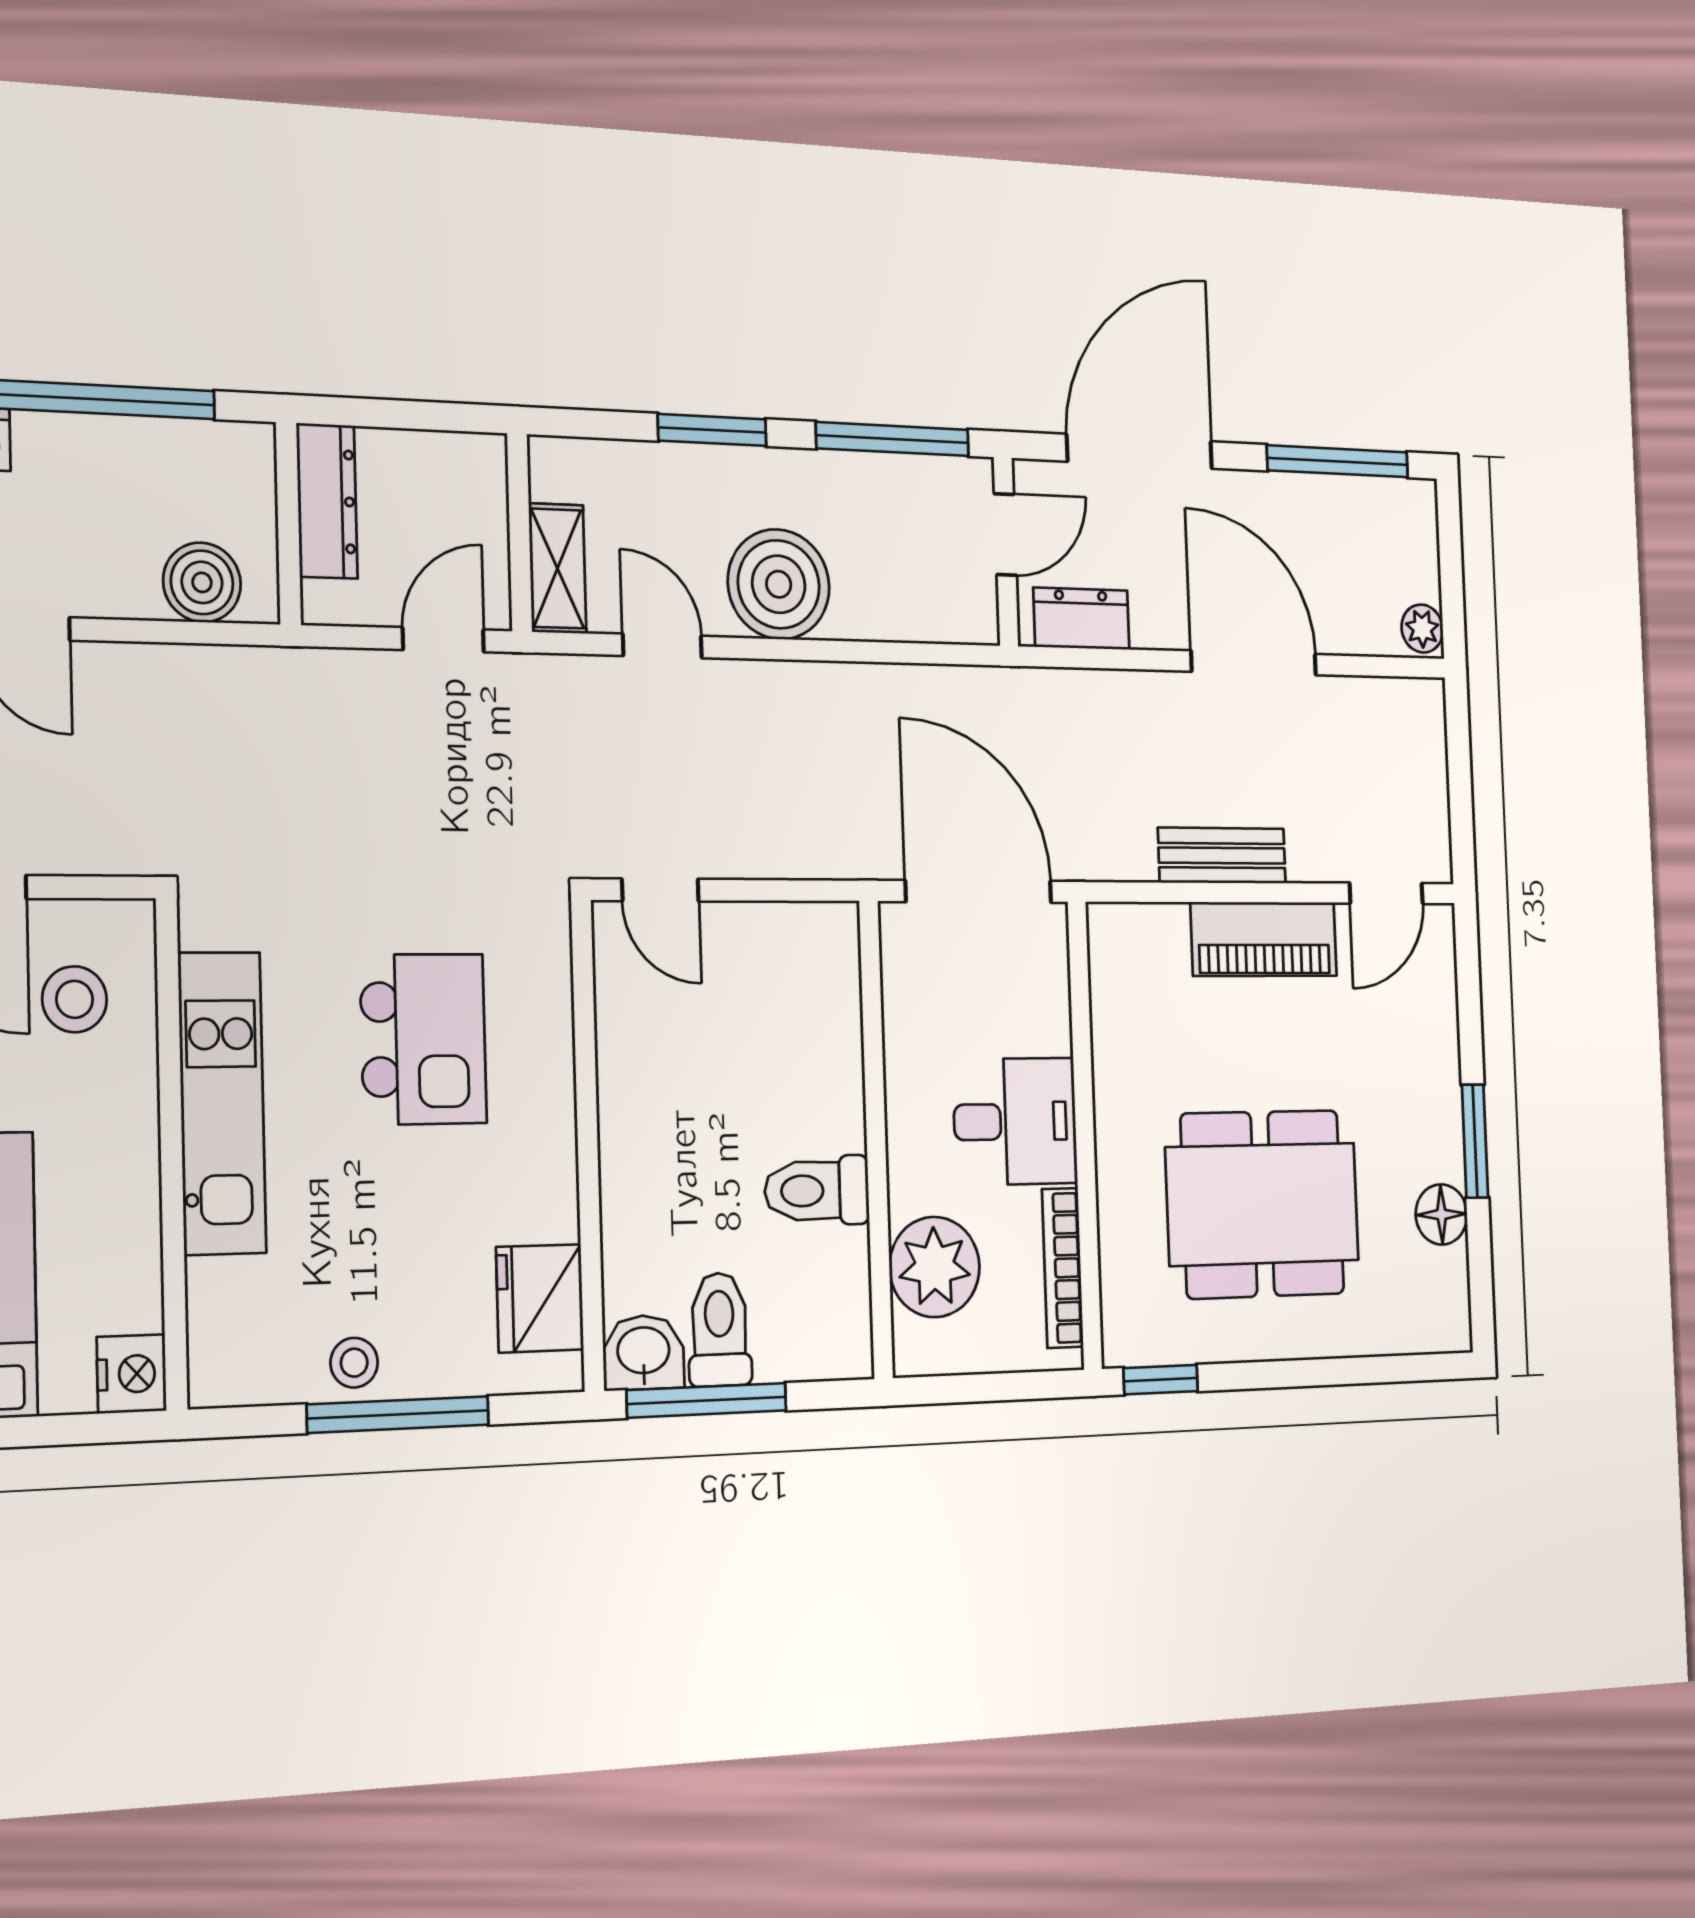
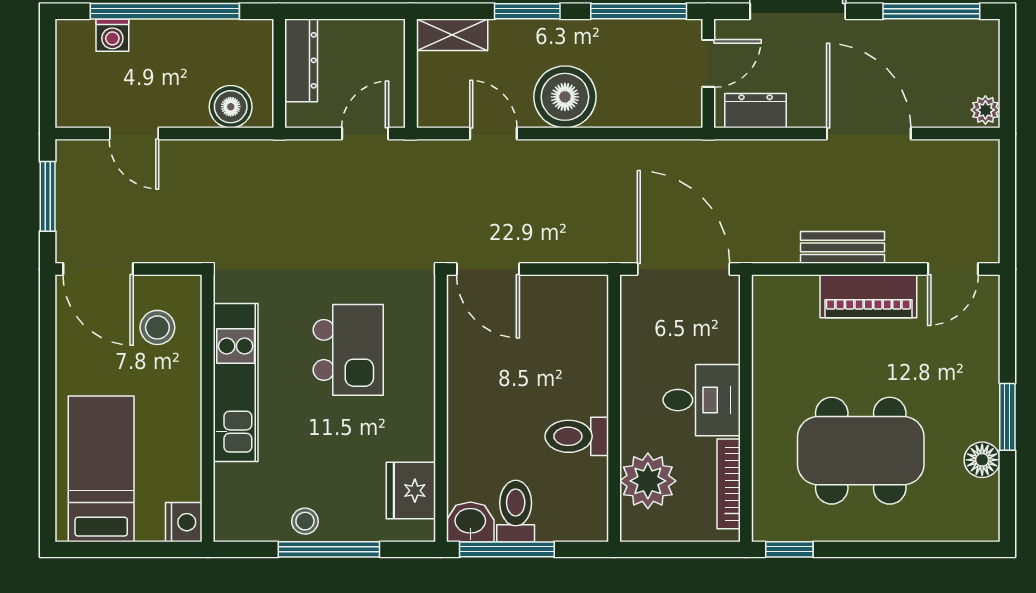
shelving: (557, 568) -> (452, 35), moved, turned 90
door: (660, 890) -> (488, 269), width x1.38

